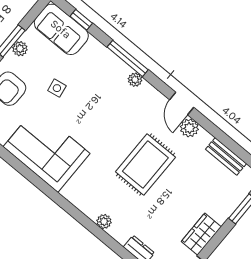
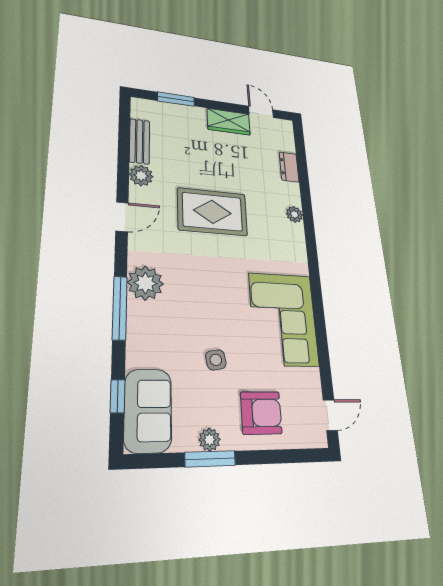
plant: (135, 80) -> (145, 283), width x1.88, depth x1.88
plant: (189, 128) -> (141, 176), moved

